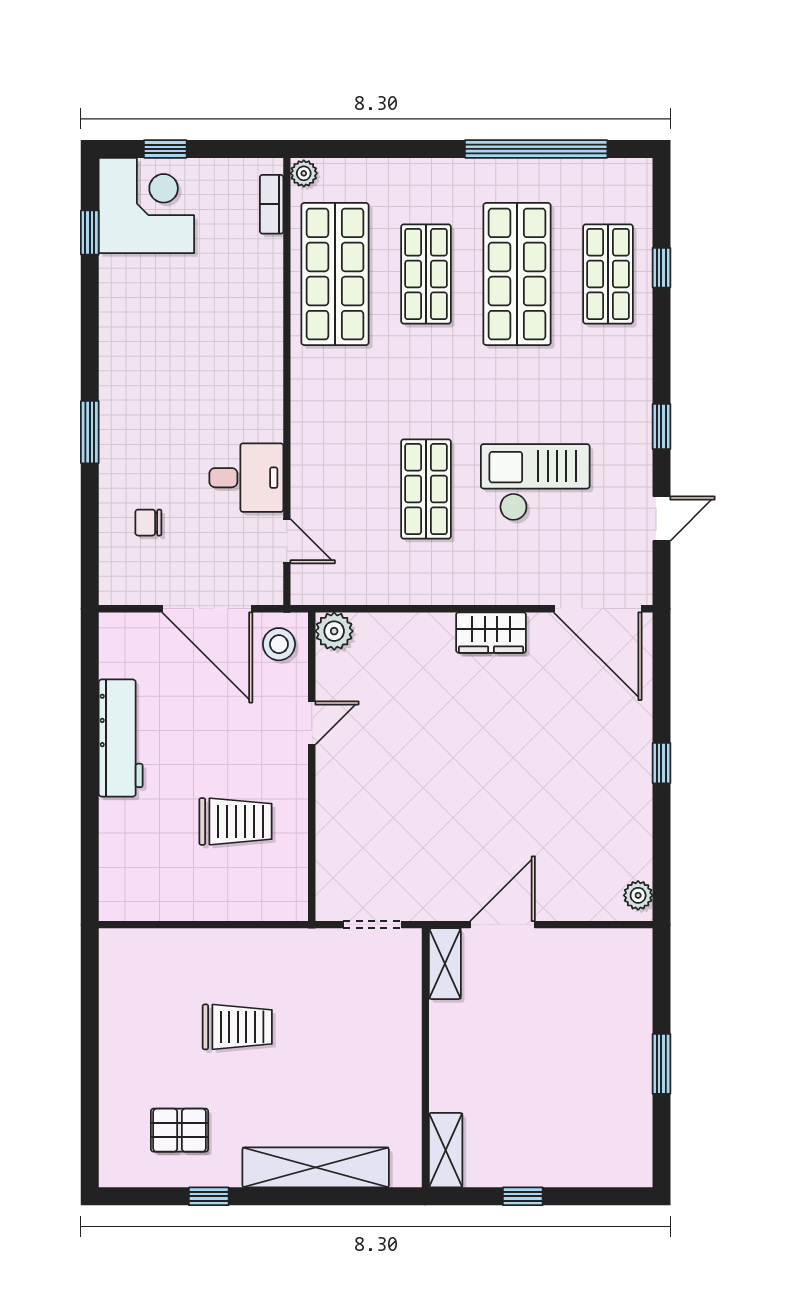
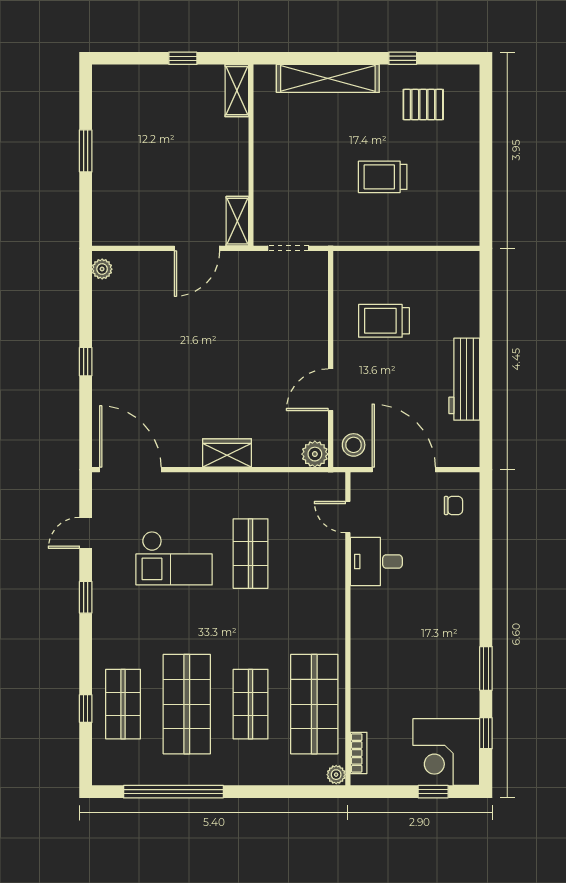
window: (90, 432) -> (486, 668), moved
chair: (148, 523) -> (453, 505), moved
wardrobe: (491, 633) -> (227, 453), moved
door: (312, 723) -> (331, 390), width x1.38

